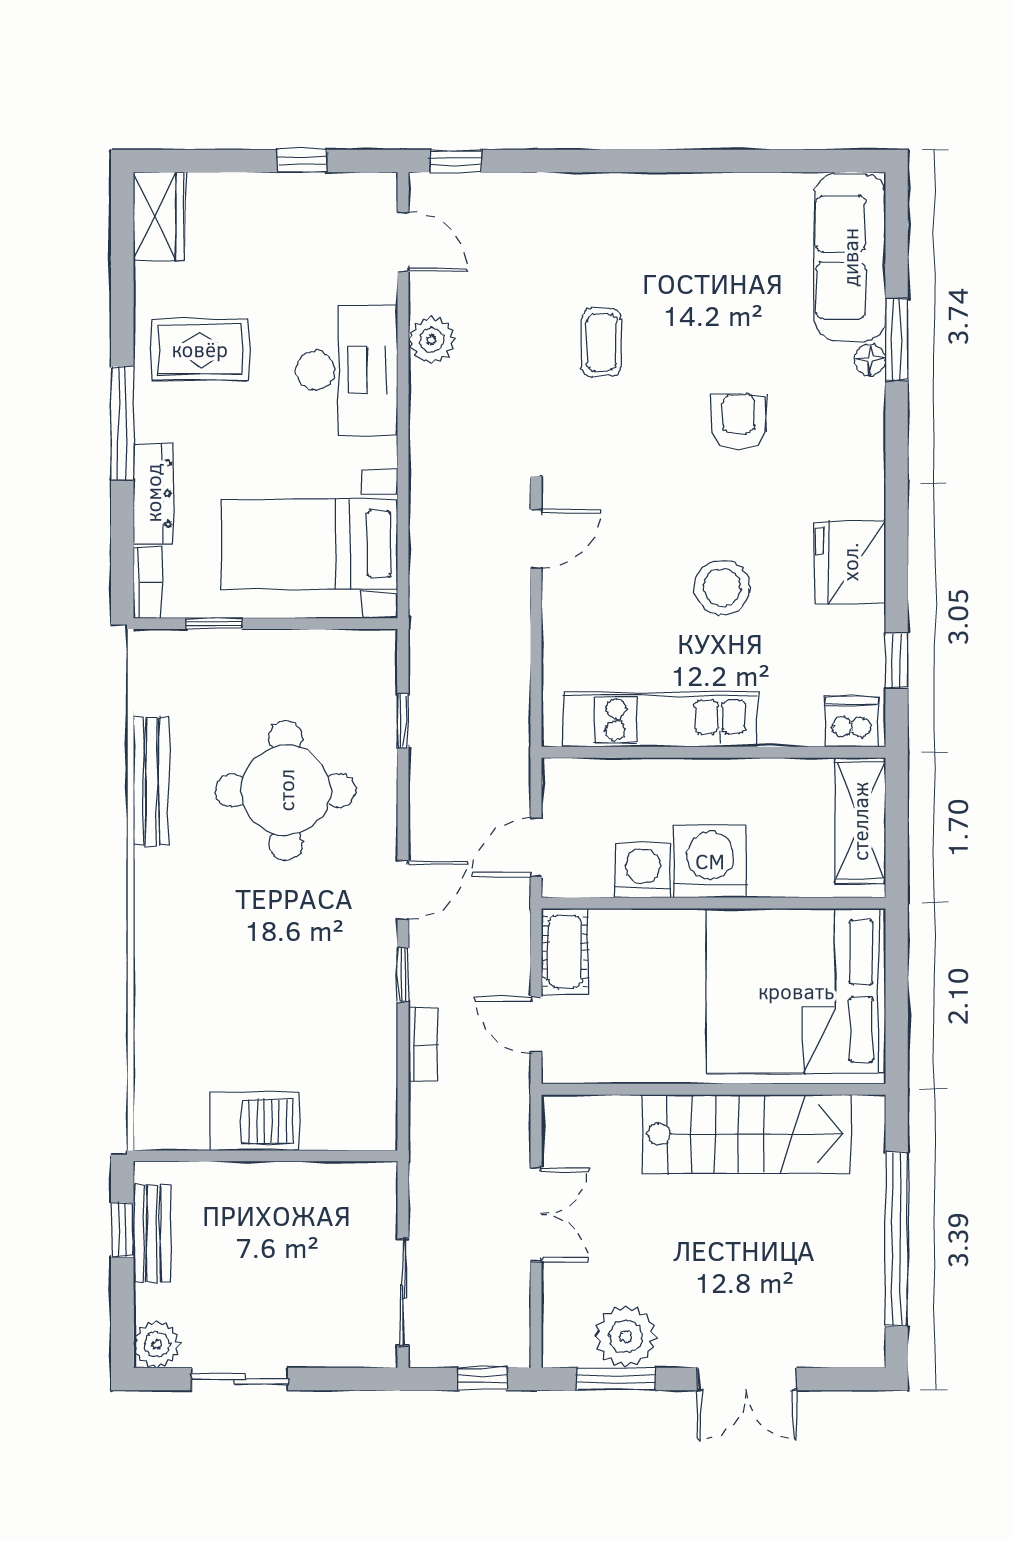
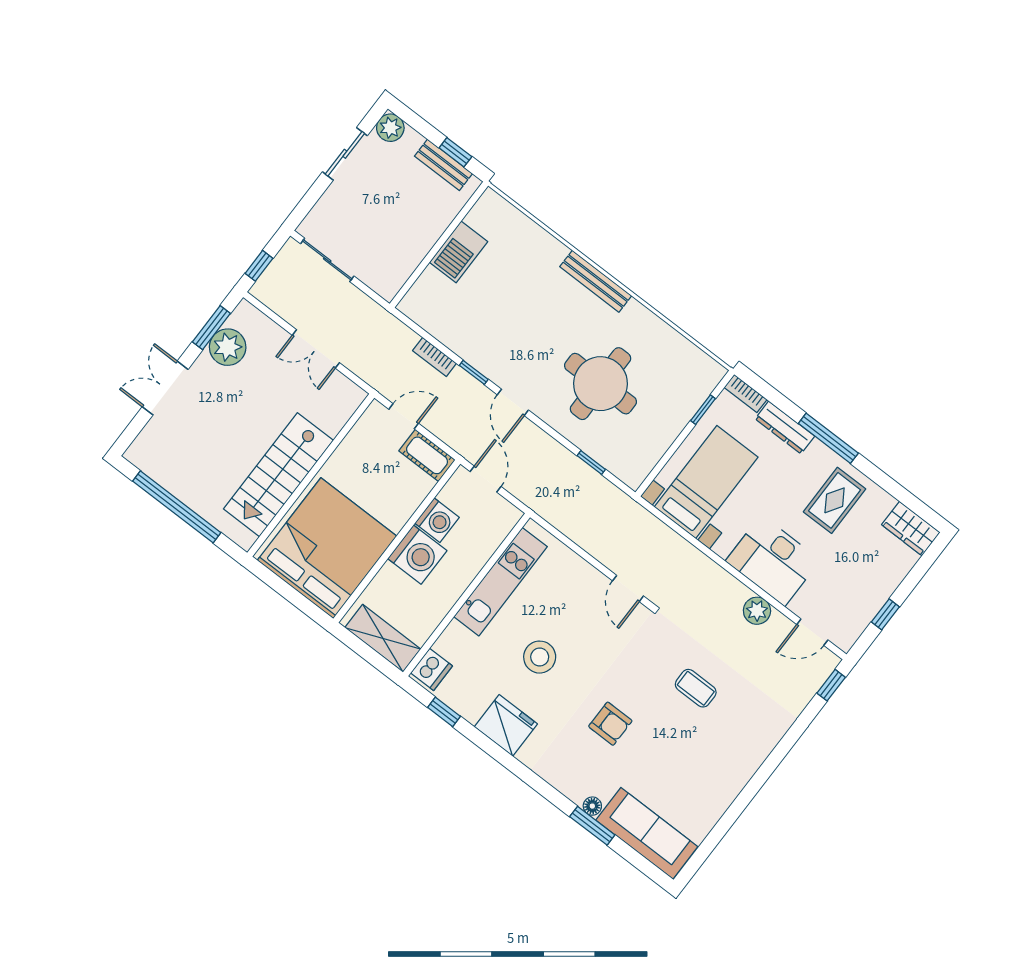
bench: (151, 782) -> (596, 281), moved

